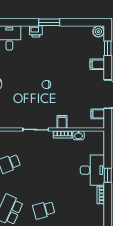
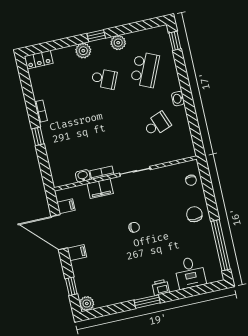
filing cabinet: (97, 64) -> (77, 253), moved
filing cabinet: (62, 122) -> (100, 189), width x2.00
desk: (92, 170) -> (57, 138), removed
school desk: (44, 210) -> (104, 79), turned 39

